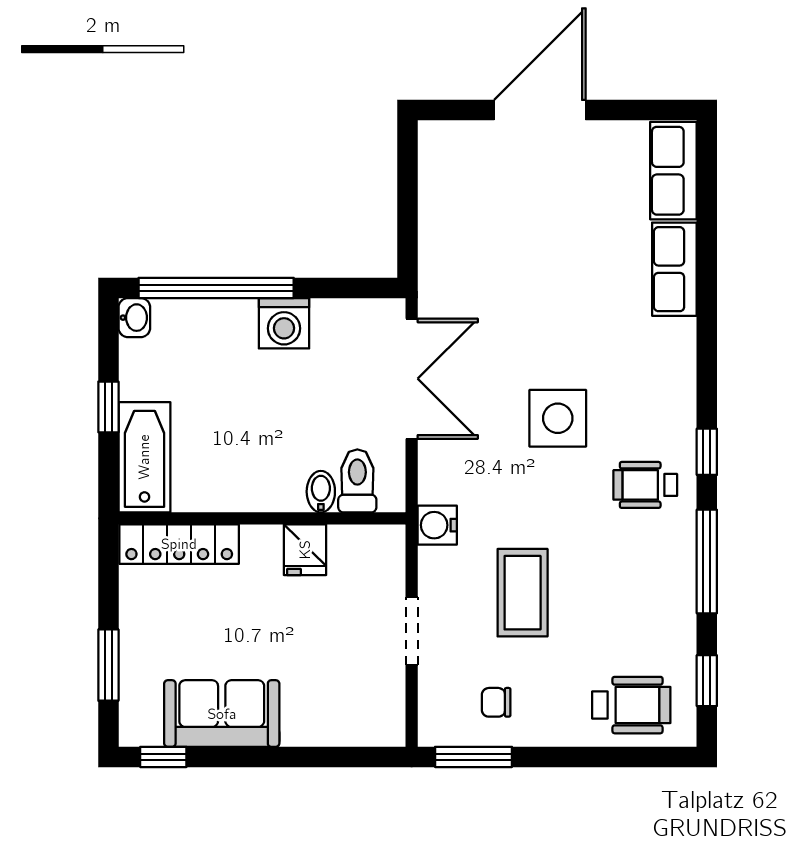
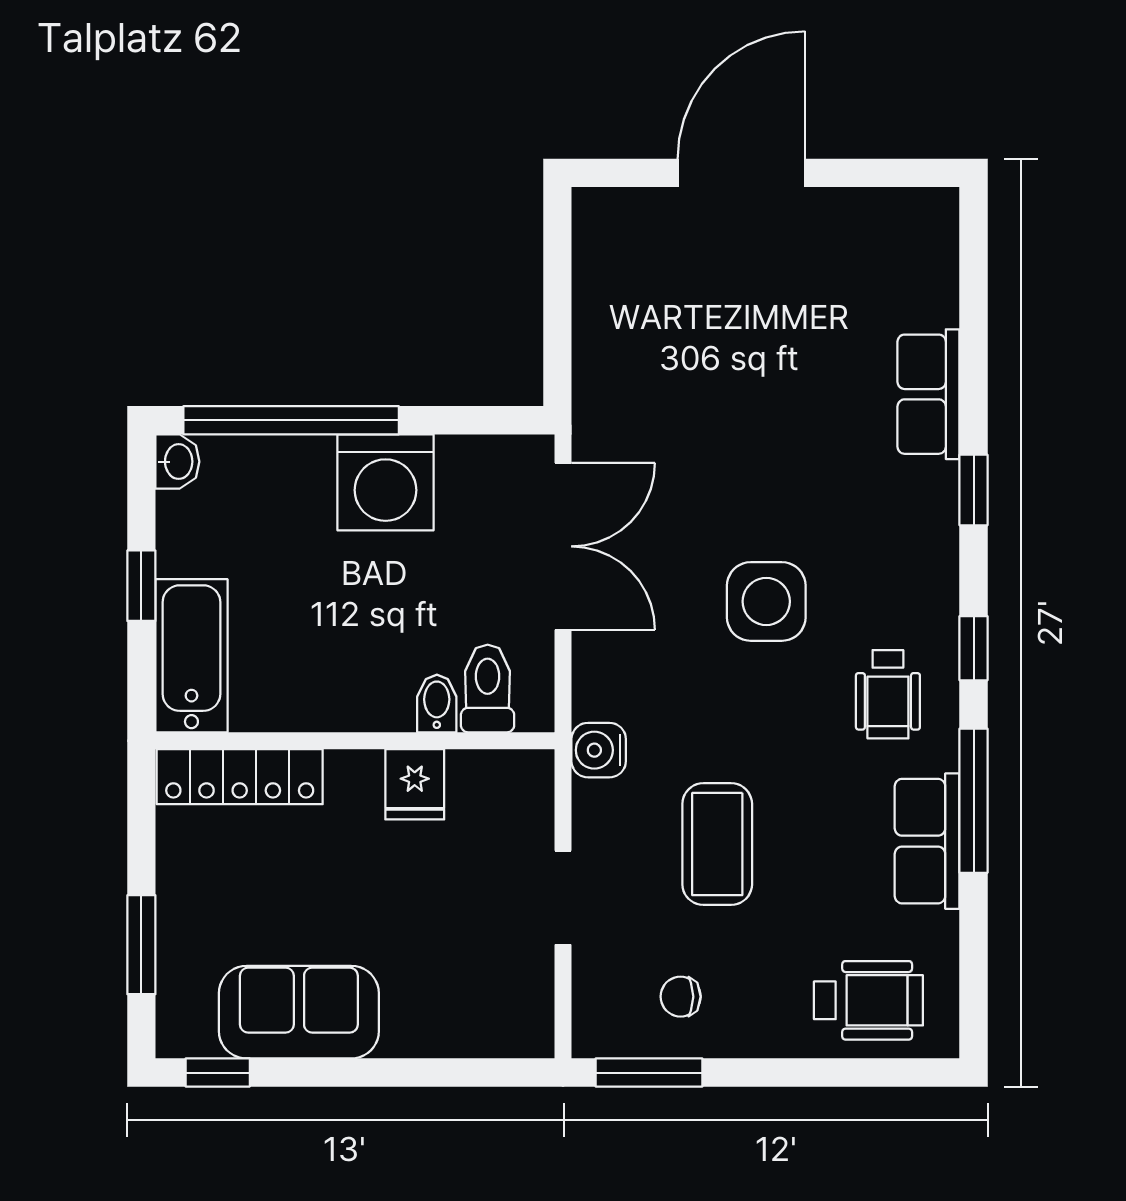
row of seats: (673, 171) -> (927, 841), moved
washing machine: (284, 323) -> (386, 482), width x1.37, depth x1.37
wheelchair: (645, 485) -> (888, 694), turned -90
window: (707, 681) -> (974, 490), moved

